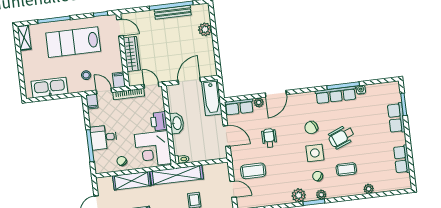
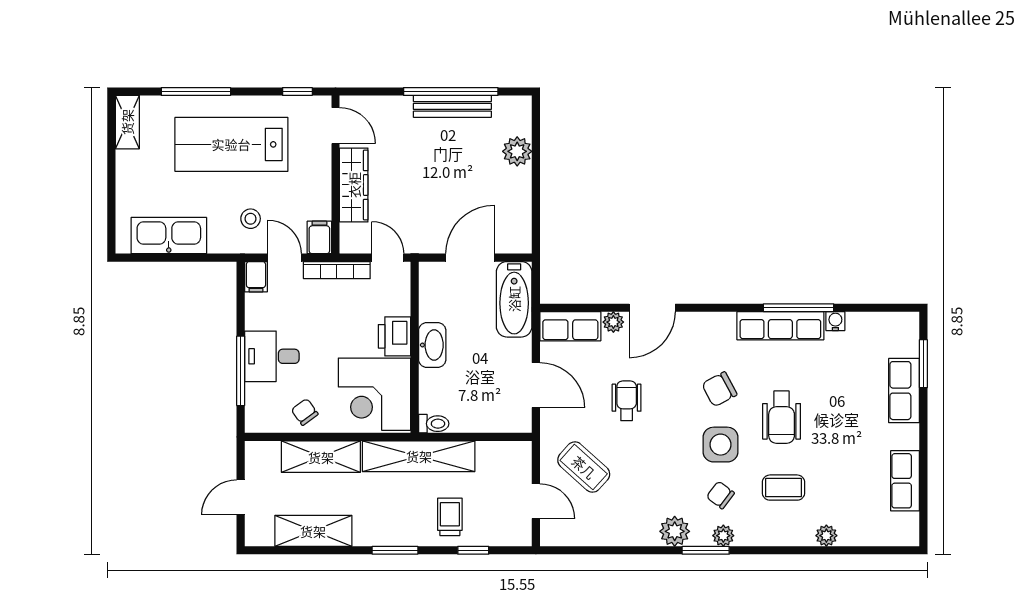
wheelchair: (341, 137) -> (782, 417), turned -68
coffee table: (253, 171) -> (584, 467), turned 42

